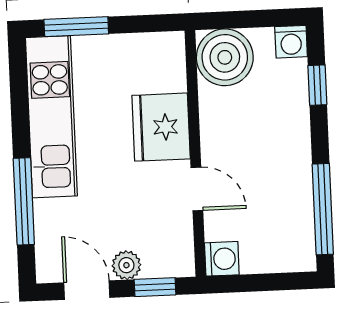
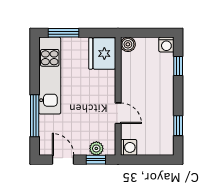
boiler: (225, 57) -> (128, 44), width x0.54, depth x0.54
fridge: (161, 127) -> (102, 53), moved
window: (323, 209) -> (178, 126), width x0.46
plant: (126, 265) -> (96, 148), moved

